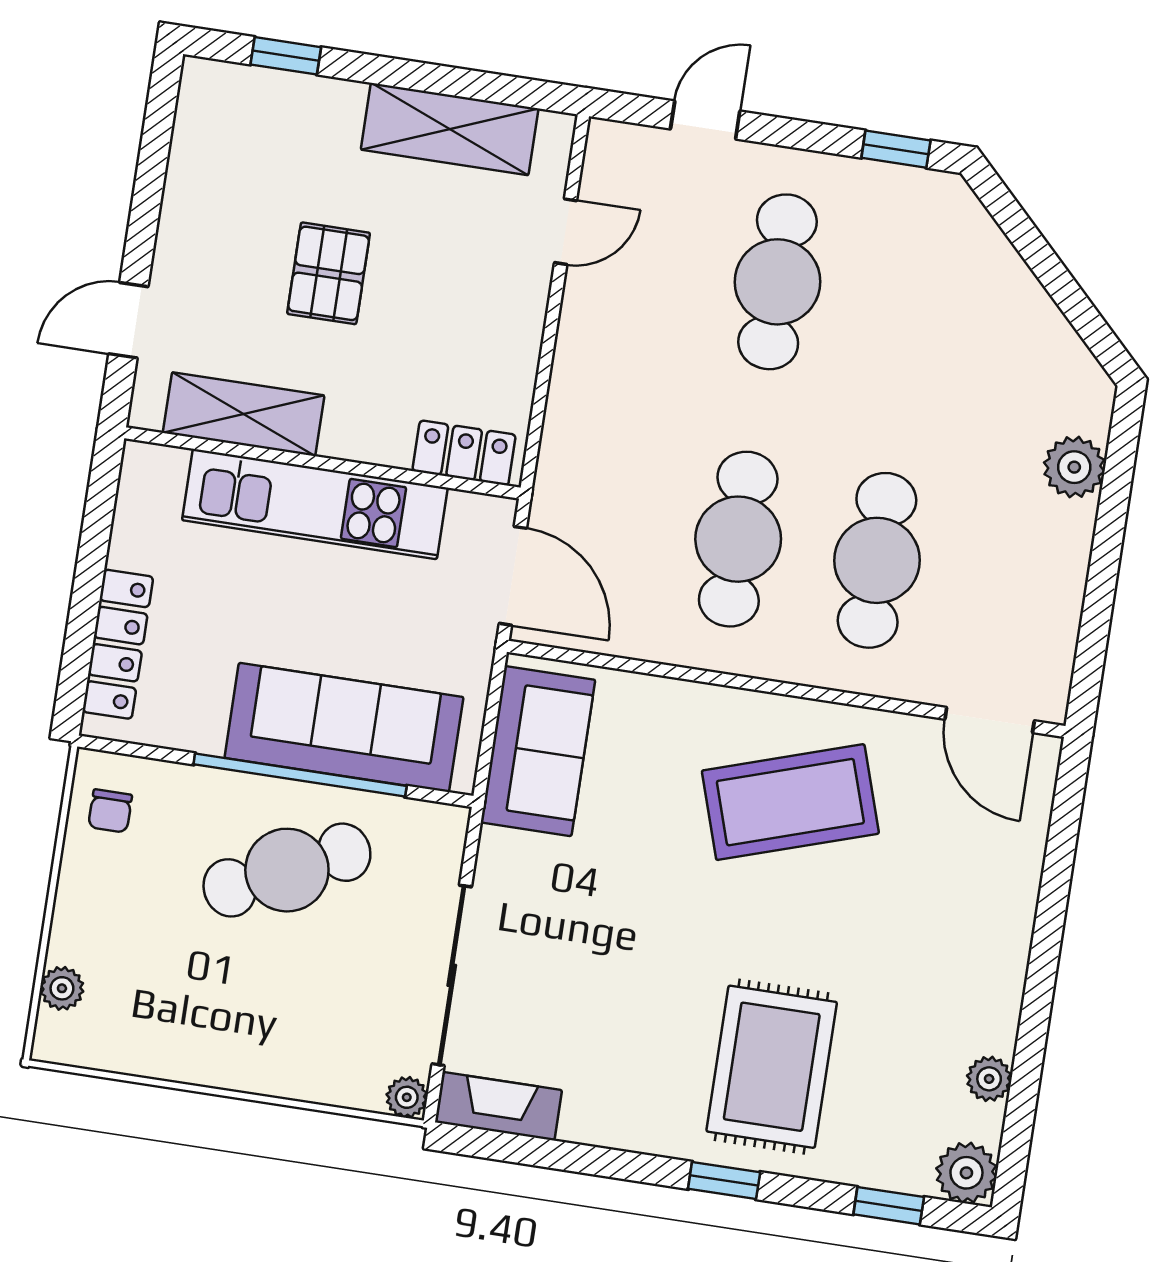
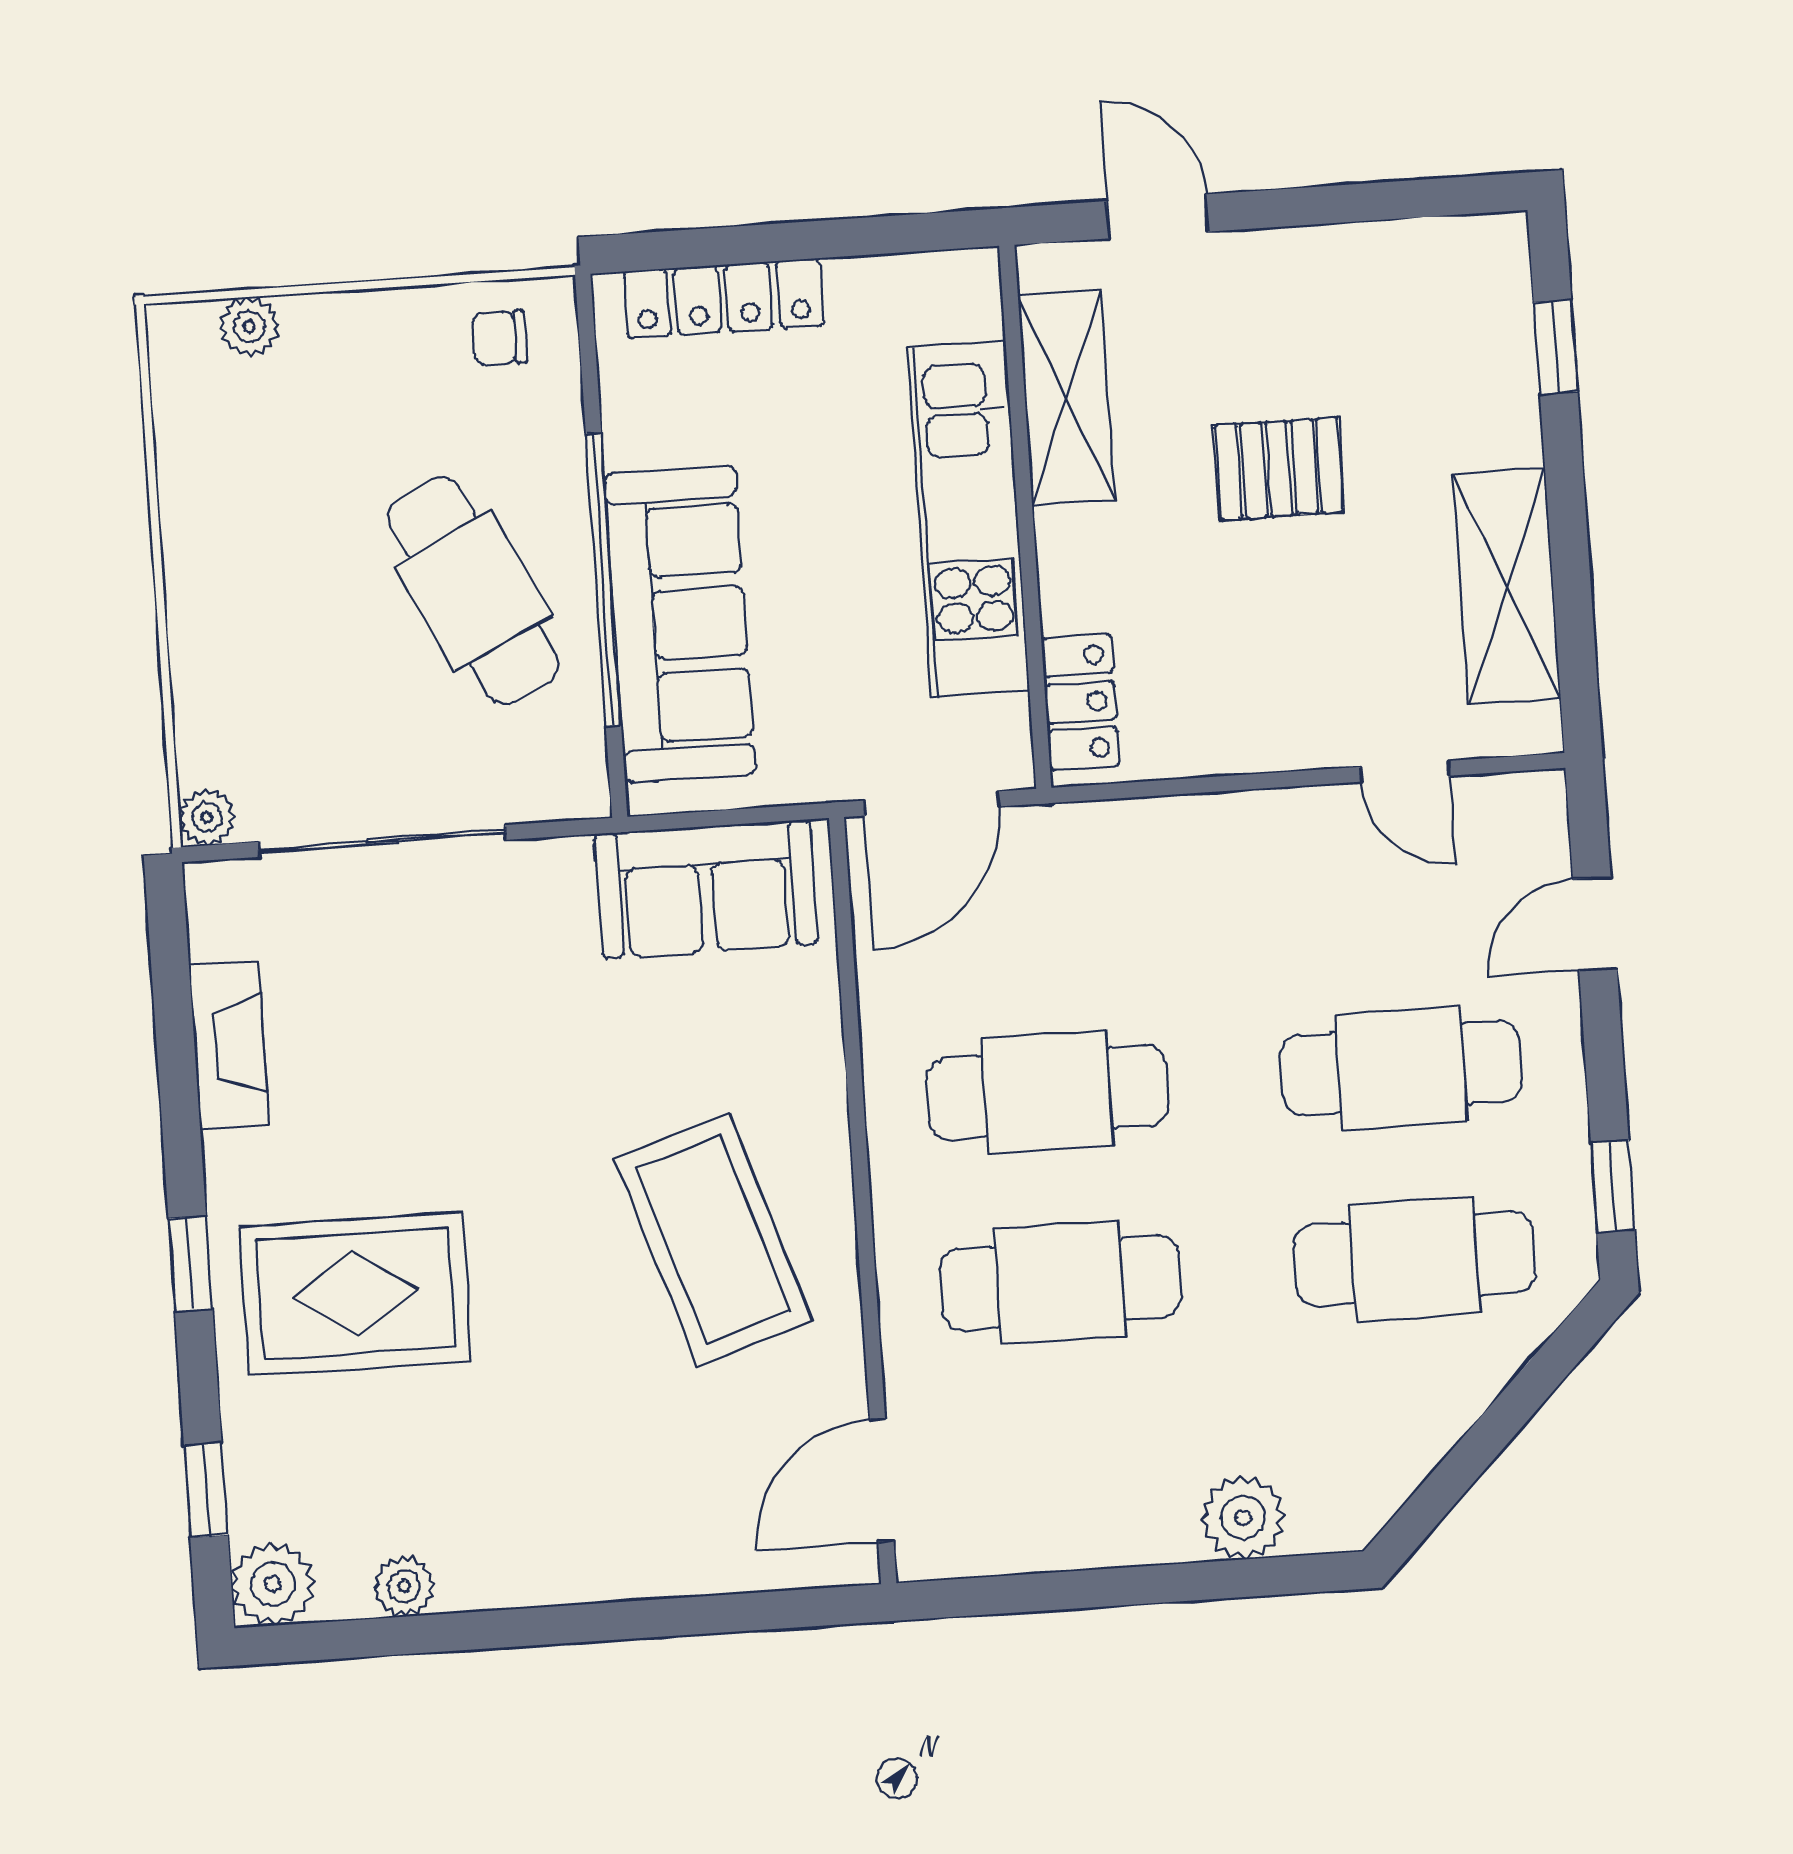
door: (705, 120) -> (1595, 924), swing flipped
cafe table: (916, 303) -> (1414, 1259), added
fireplace: (499, 1106) -> (229, 1045), moved

